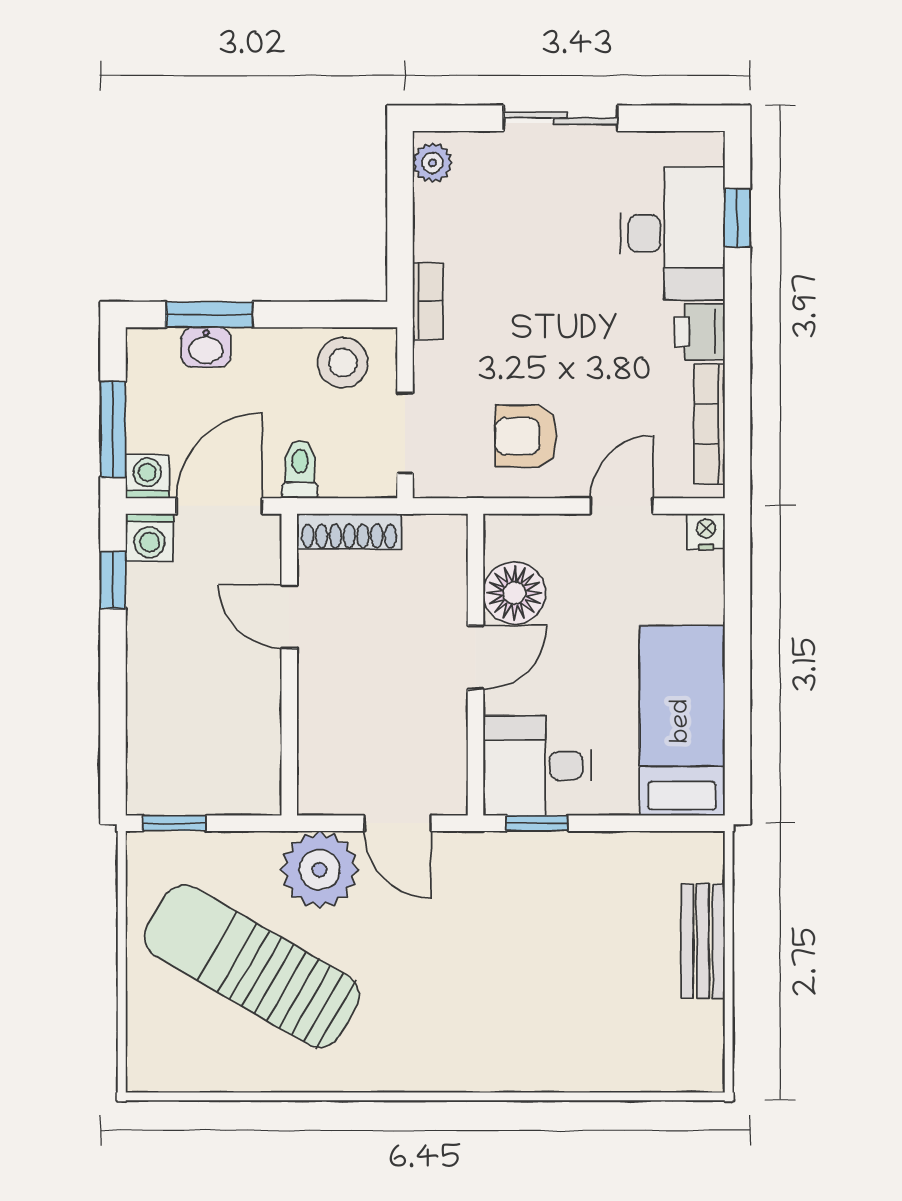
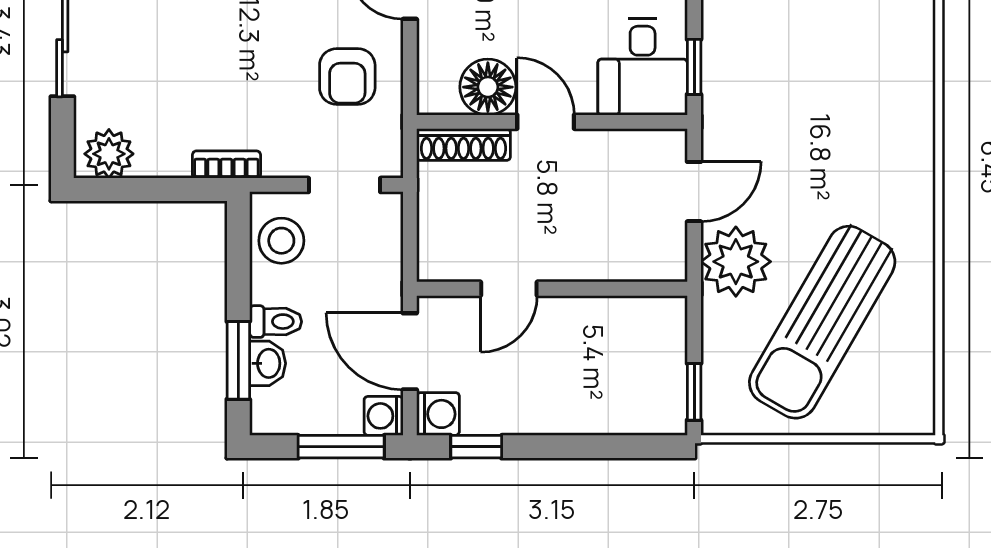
plant: (432, 163) -> (109, 154), width x1.38, depth x1.38
toilet: (300, 469) -> (276, 322), moved, turned 180
shoe rack: (349, 531) -> (464, 145), moved, turned 90

